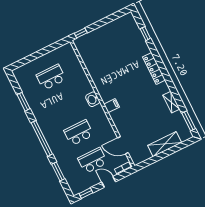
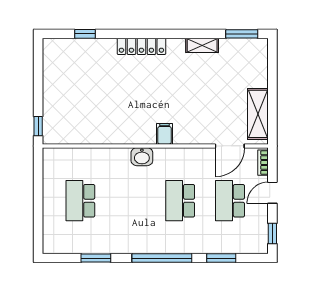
shelving: (165, 144) -> (258, 114), moved

